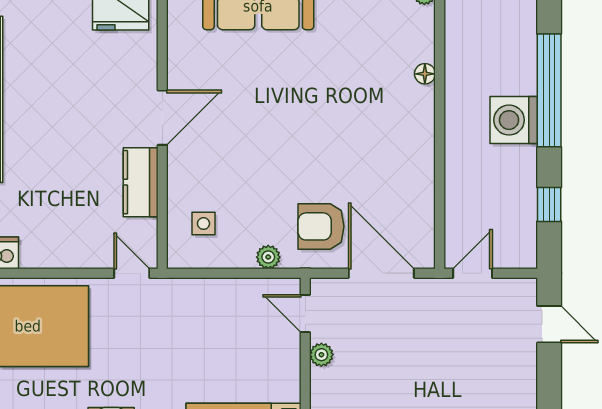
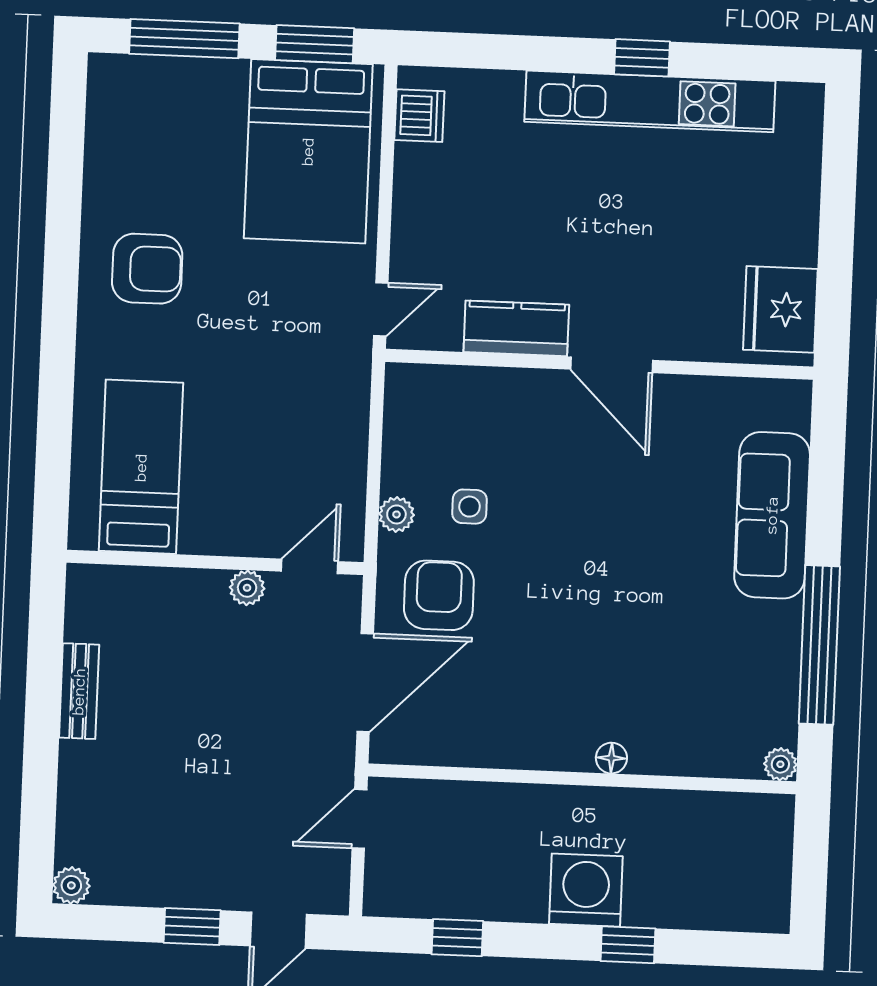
floor lamp: (425, 74) -> (611, 758), moved
window: (549, 90) -> (628, 945), width x0.32
side table: (203, 224) -> (470, 507), moved
door: (473, 273) -> (359, 819), swing flipped
window: (549, 382) -> (192, 927), added

